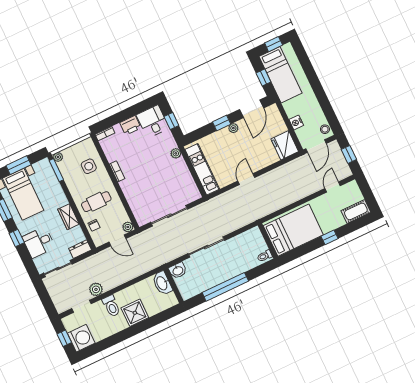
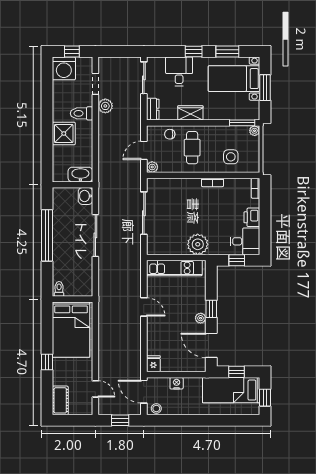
fridge: (285, 145) -> (153, 364), width x0.53, depth x0.75
plant: (176, 153) -> (198, 244), width x1.88, depth x1.88

